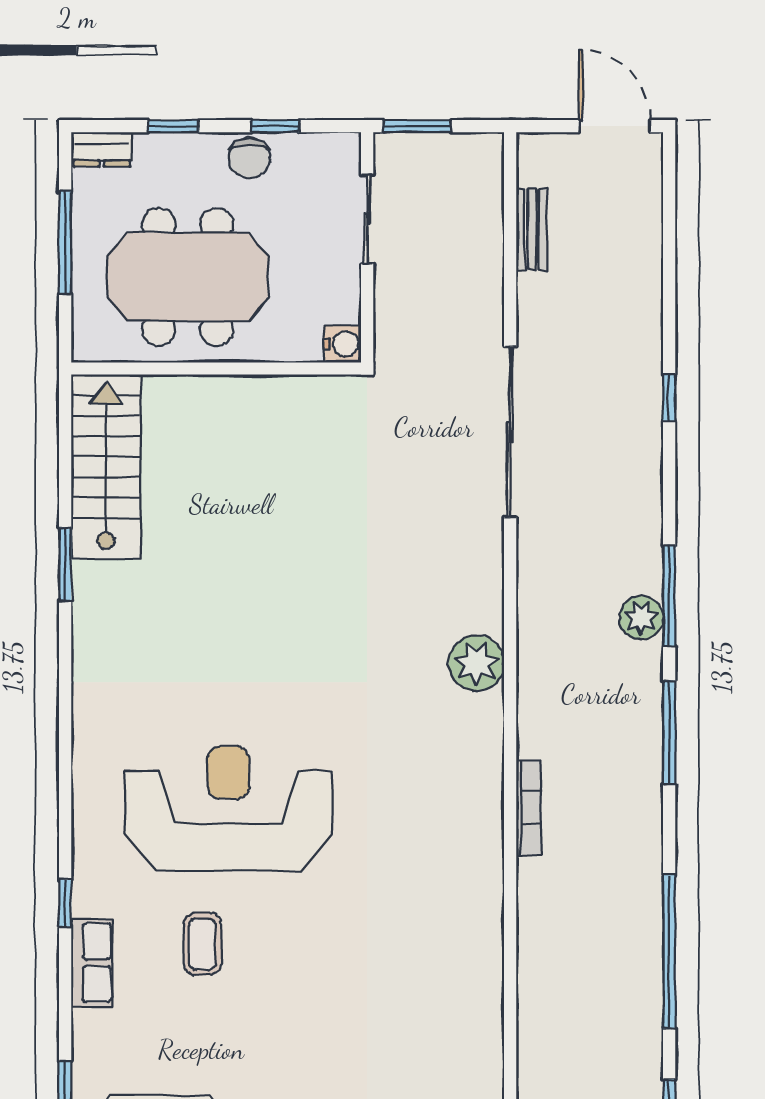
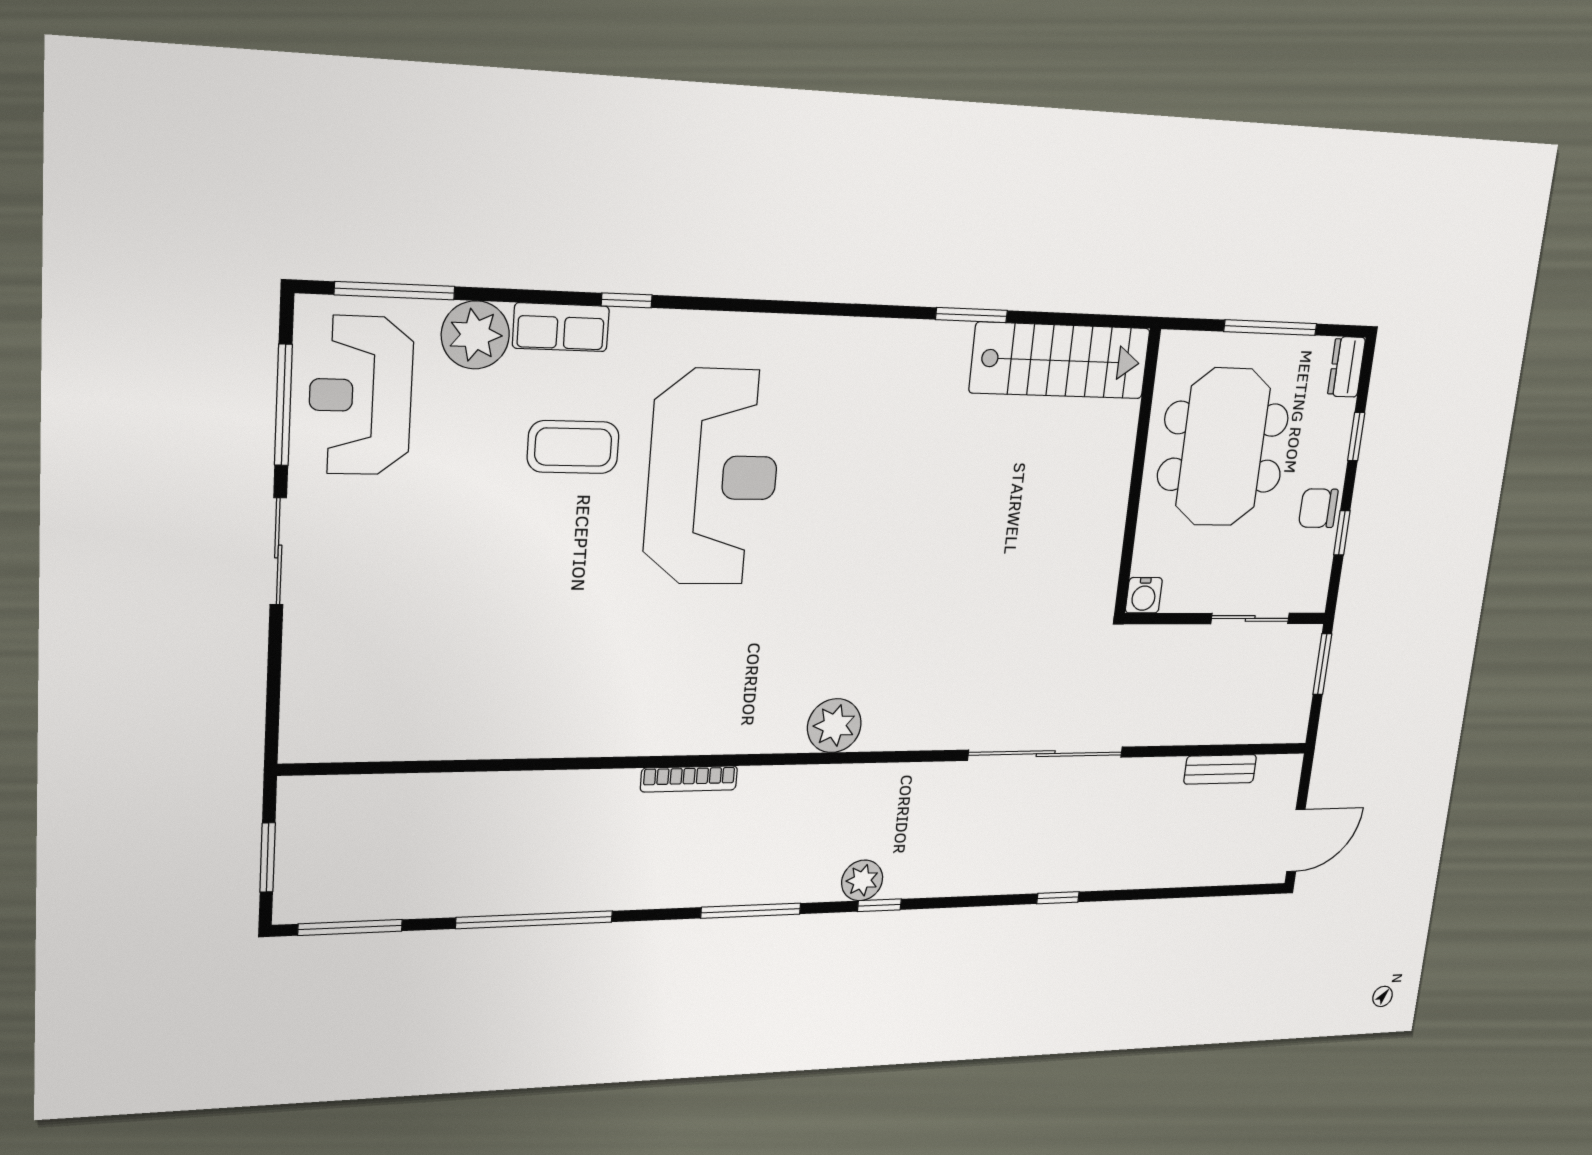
window: (669, 596) -> (879, 905), width x0.46
coffee table: (202, 944) -> (573, 447), width x1.36, depth x1.30
plant: (102, 1040) -> (475, 335), added

